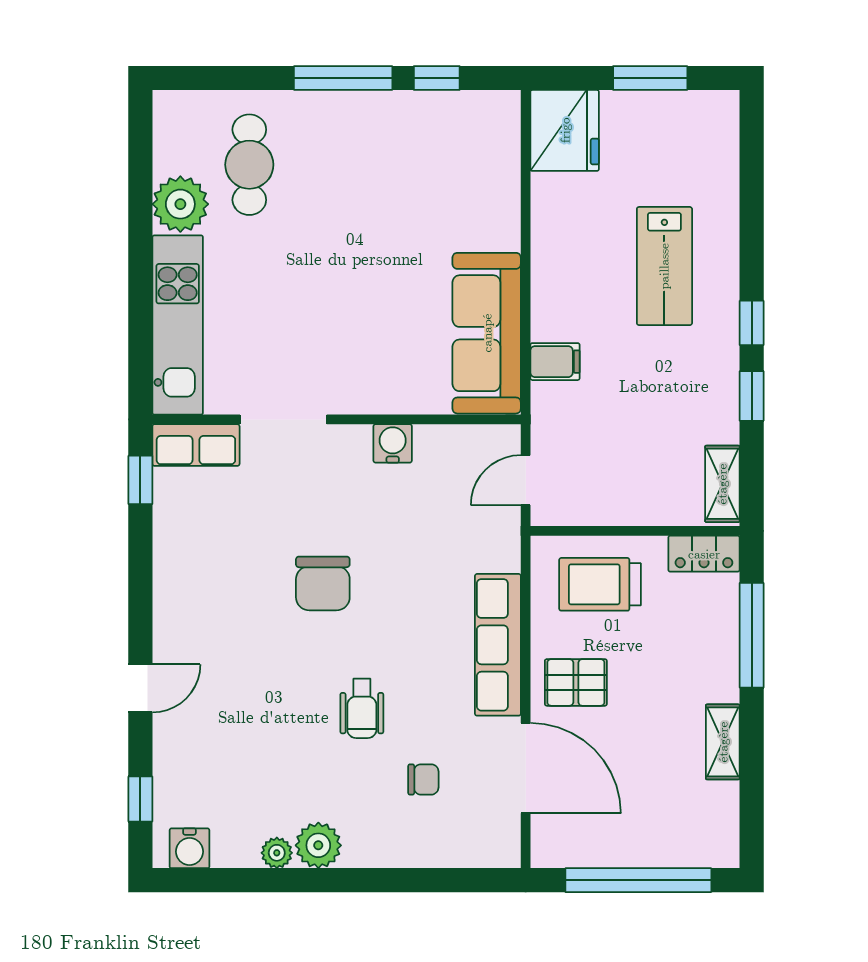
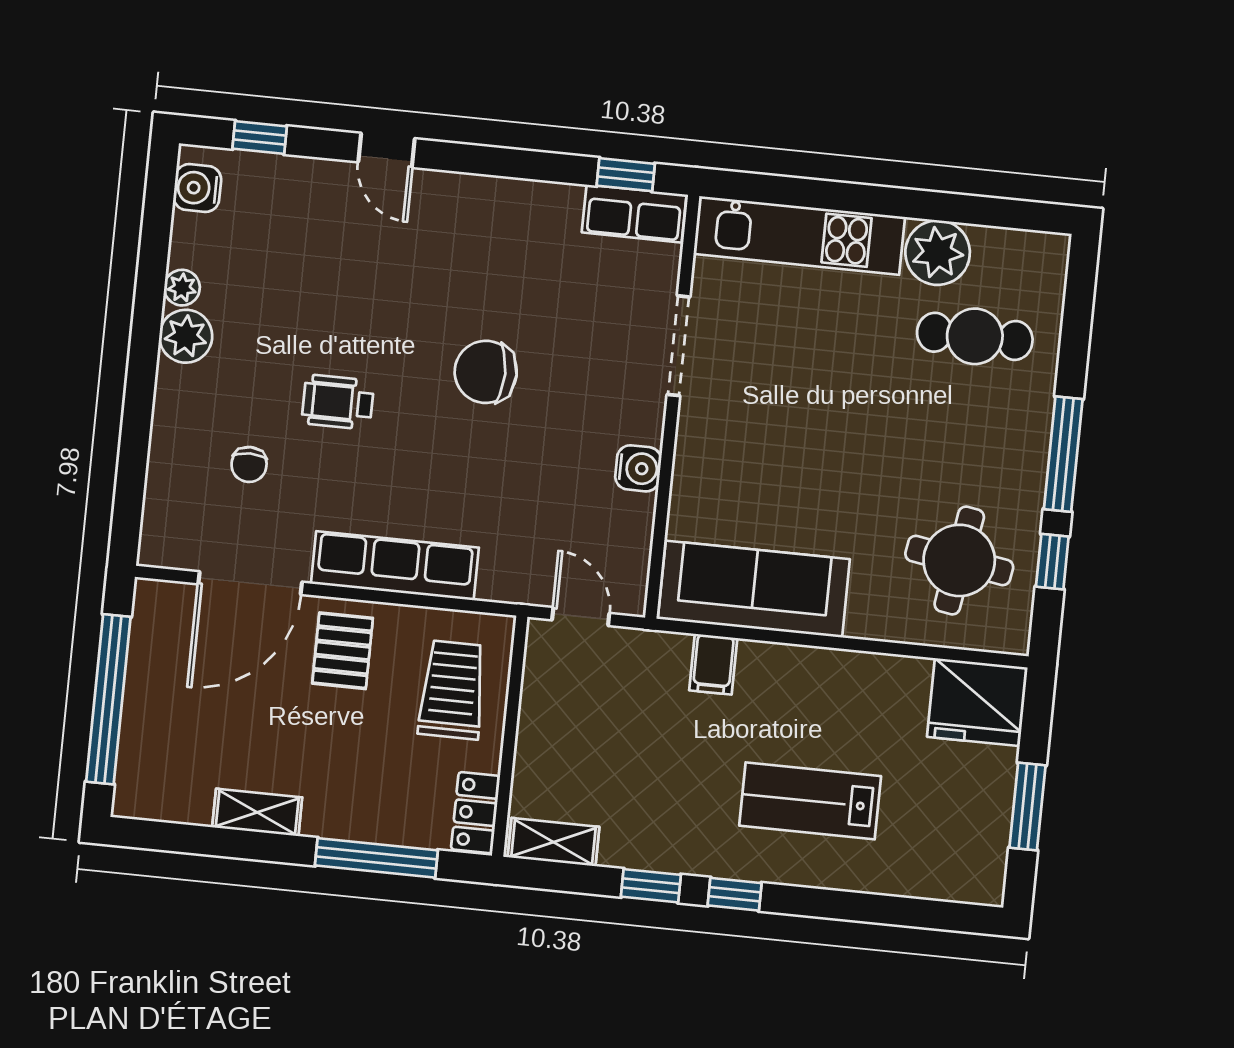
round table: (444, 158) -> (959, 560), added
row of seats: (196, 445) -> (634, 214), moved, turned -90

